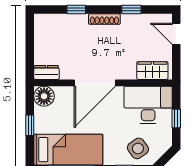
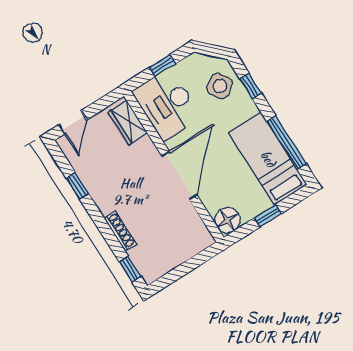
window: (76, 10) -> (130, 269), moved
shoe rack: (104, 19) -> (120, 231), moved
dresser: (47, 72) -> (201, 233), removed
door: (95, 83) -> (179, 176), hinge flipped

